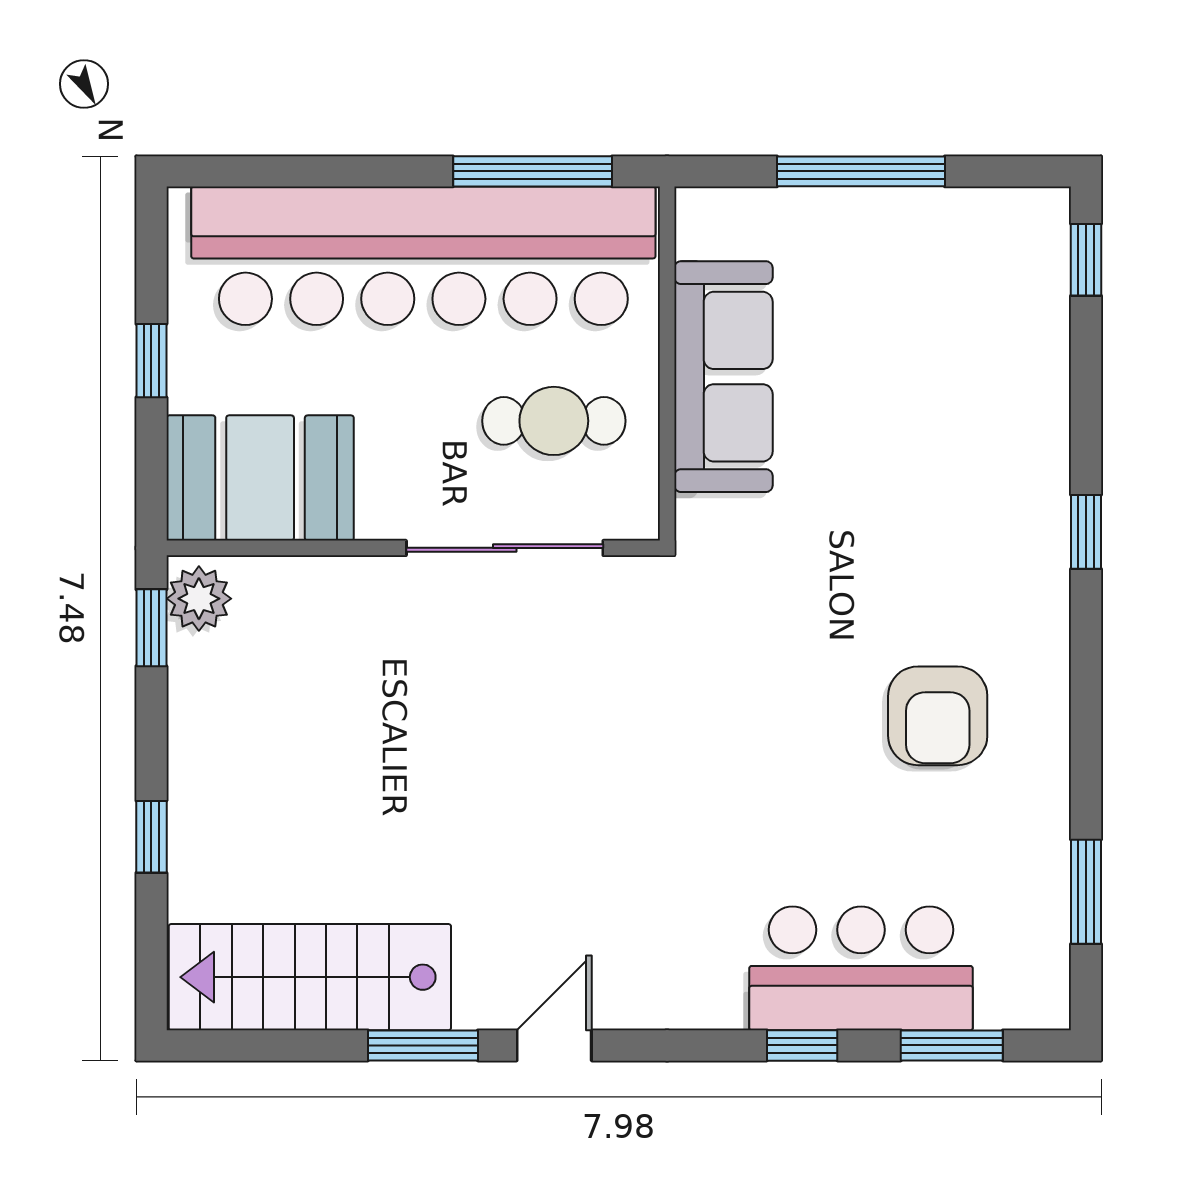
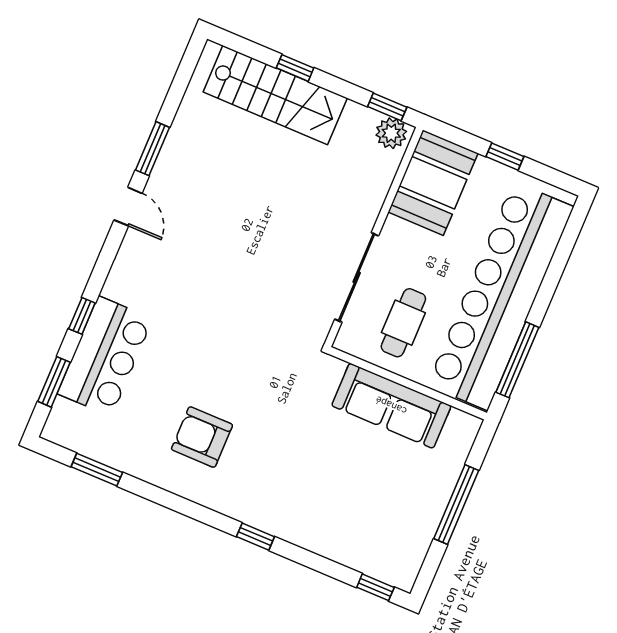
stairs: (310, 977) -> (275, 95), moved, turned 90

